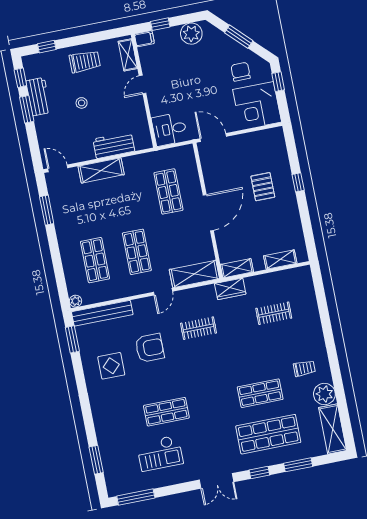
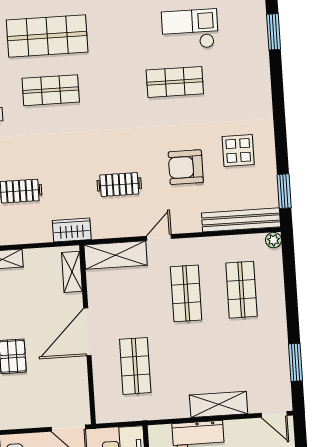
shelving: (237, 268) -> (72, 272), moved, turned 90

